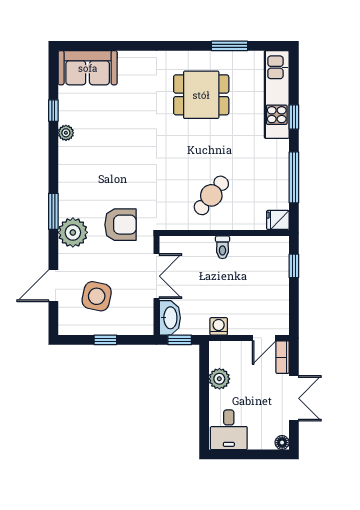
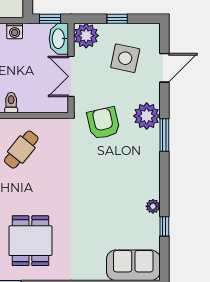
dining table: (201, 95) -> (30, 241), turned 90
armchair: (121, 225) -> (103, 123), turned 77
plant: (140, 321) -> (86, 36), added

